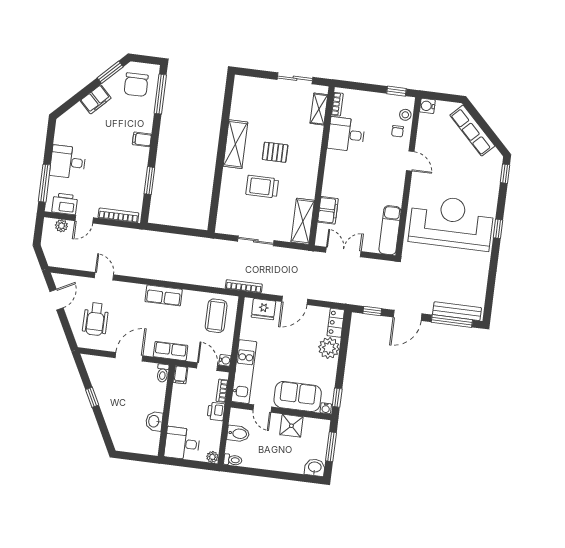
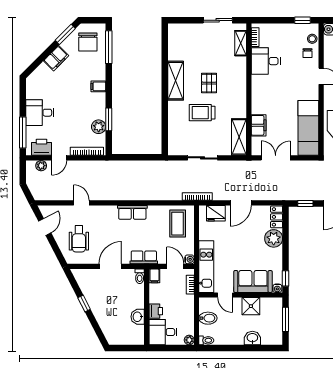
pallet: (275, 152) -> (209, 83), turned 90
plant: (136, 188) -> (99, 127), added
exam couch: (390, 230) -> (308, 128), width x1.36, depth x1.45
printer: (216, 411) -> (156, 311), moved, turned 180
washbasin: (315, 467) -> (252, 338), moved

